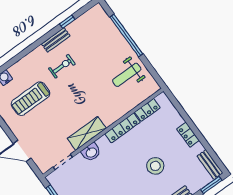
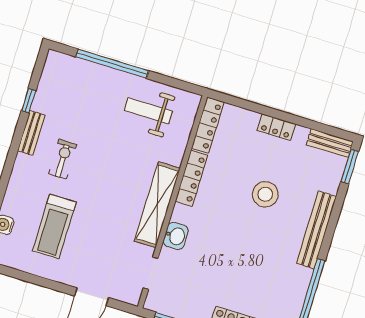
weight bench: (127, 75) -> (148, 111), turned 90
locker: (147, 110) -> (208, 125), width x1.53
shelving: (87, 133) -> (157, 205), width x1.47

